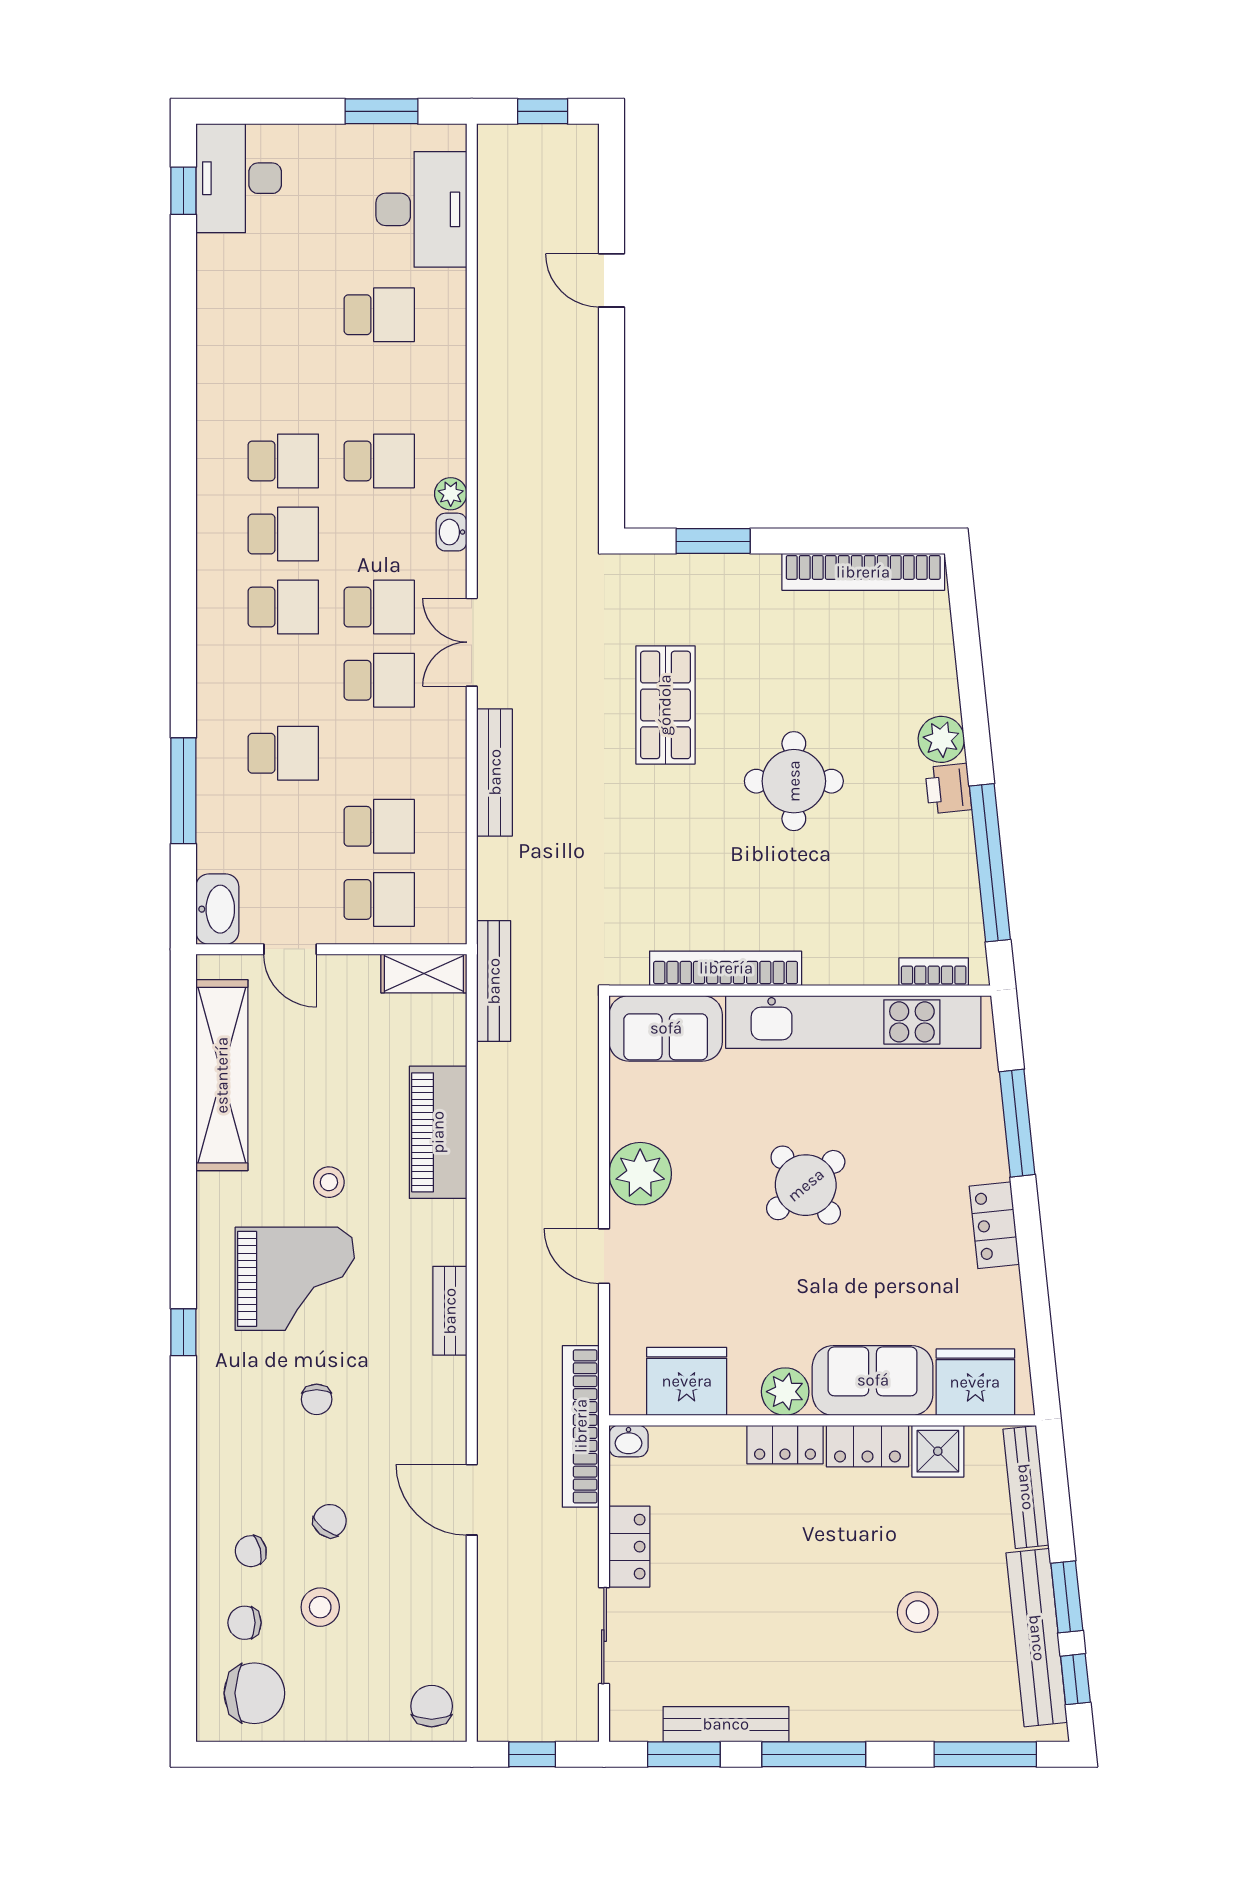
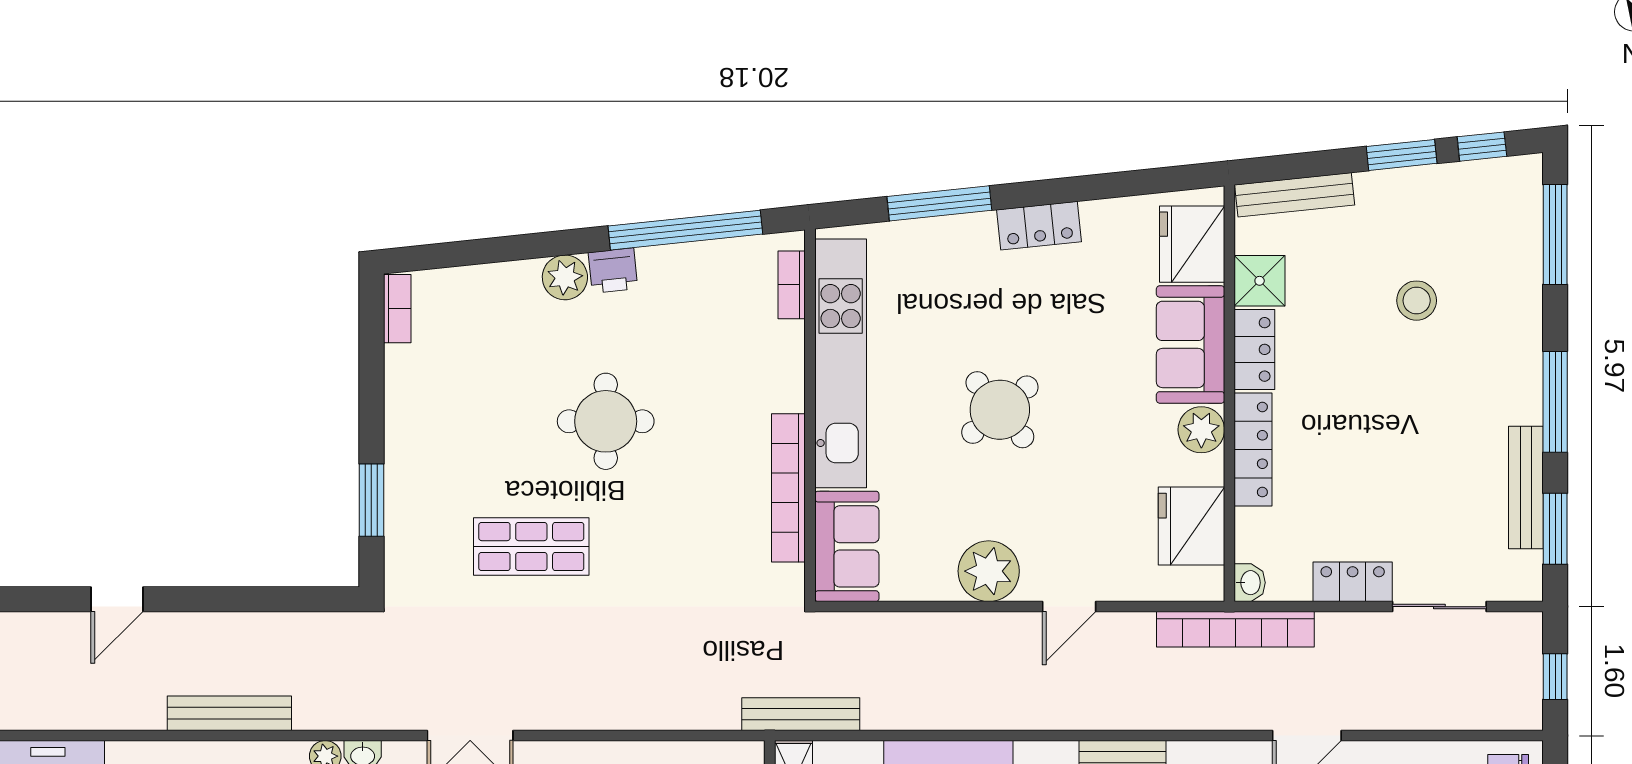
bookcase: (863, 572) -> (397, 309), width x0.43, depth x0.76
bench: (495, 772) -> (229, 713), moved
locker: (785, 1445) -> (1253, 450), width x1.53
bench: (1037, 1638) -> (1441, 184), removed

